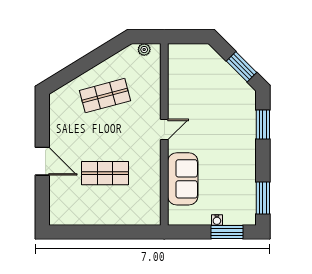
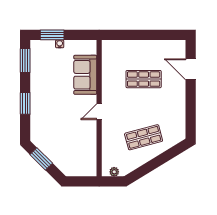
window: (263, 125) -> (25, 103), moved
door: (42, 161) -> (191, 69), moved

